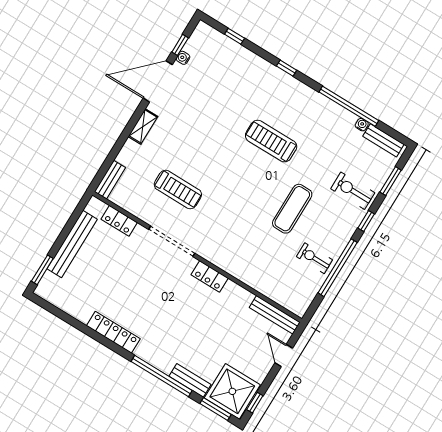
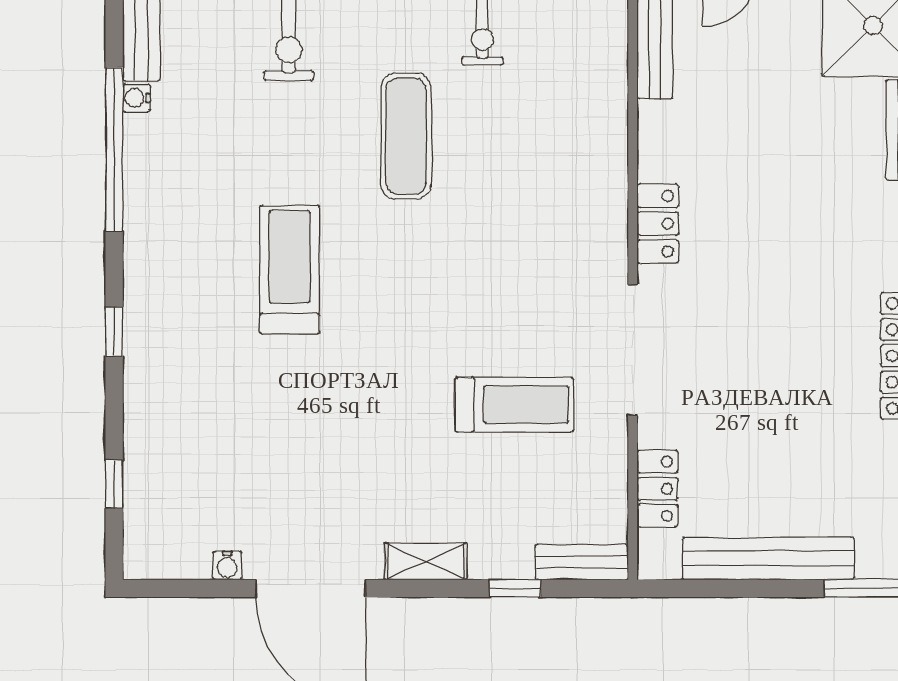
window: (180, 45) -> (515, 588), moved
treadmill: (271, 141) -> (290, 270), turned 180
treadmill: (178, 189) -> (514, 405), turned 90
exercise mat: (292, 209) -> (406, 136), turned 90

